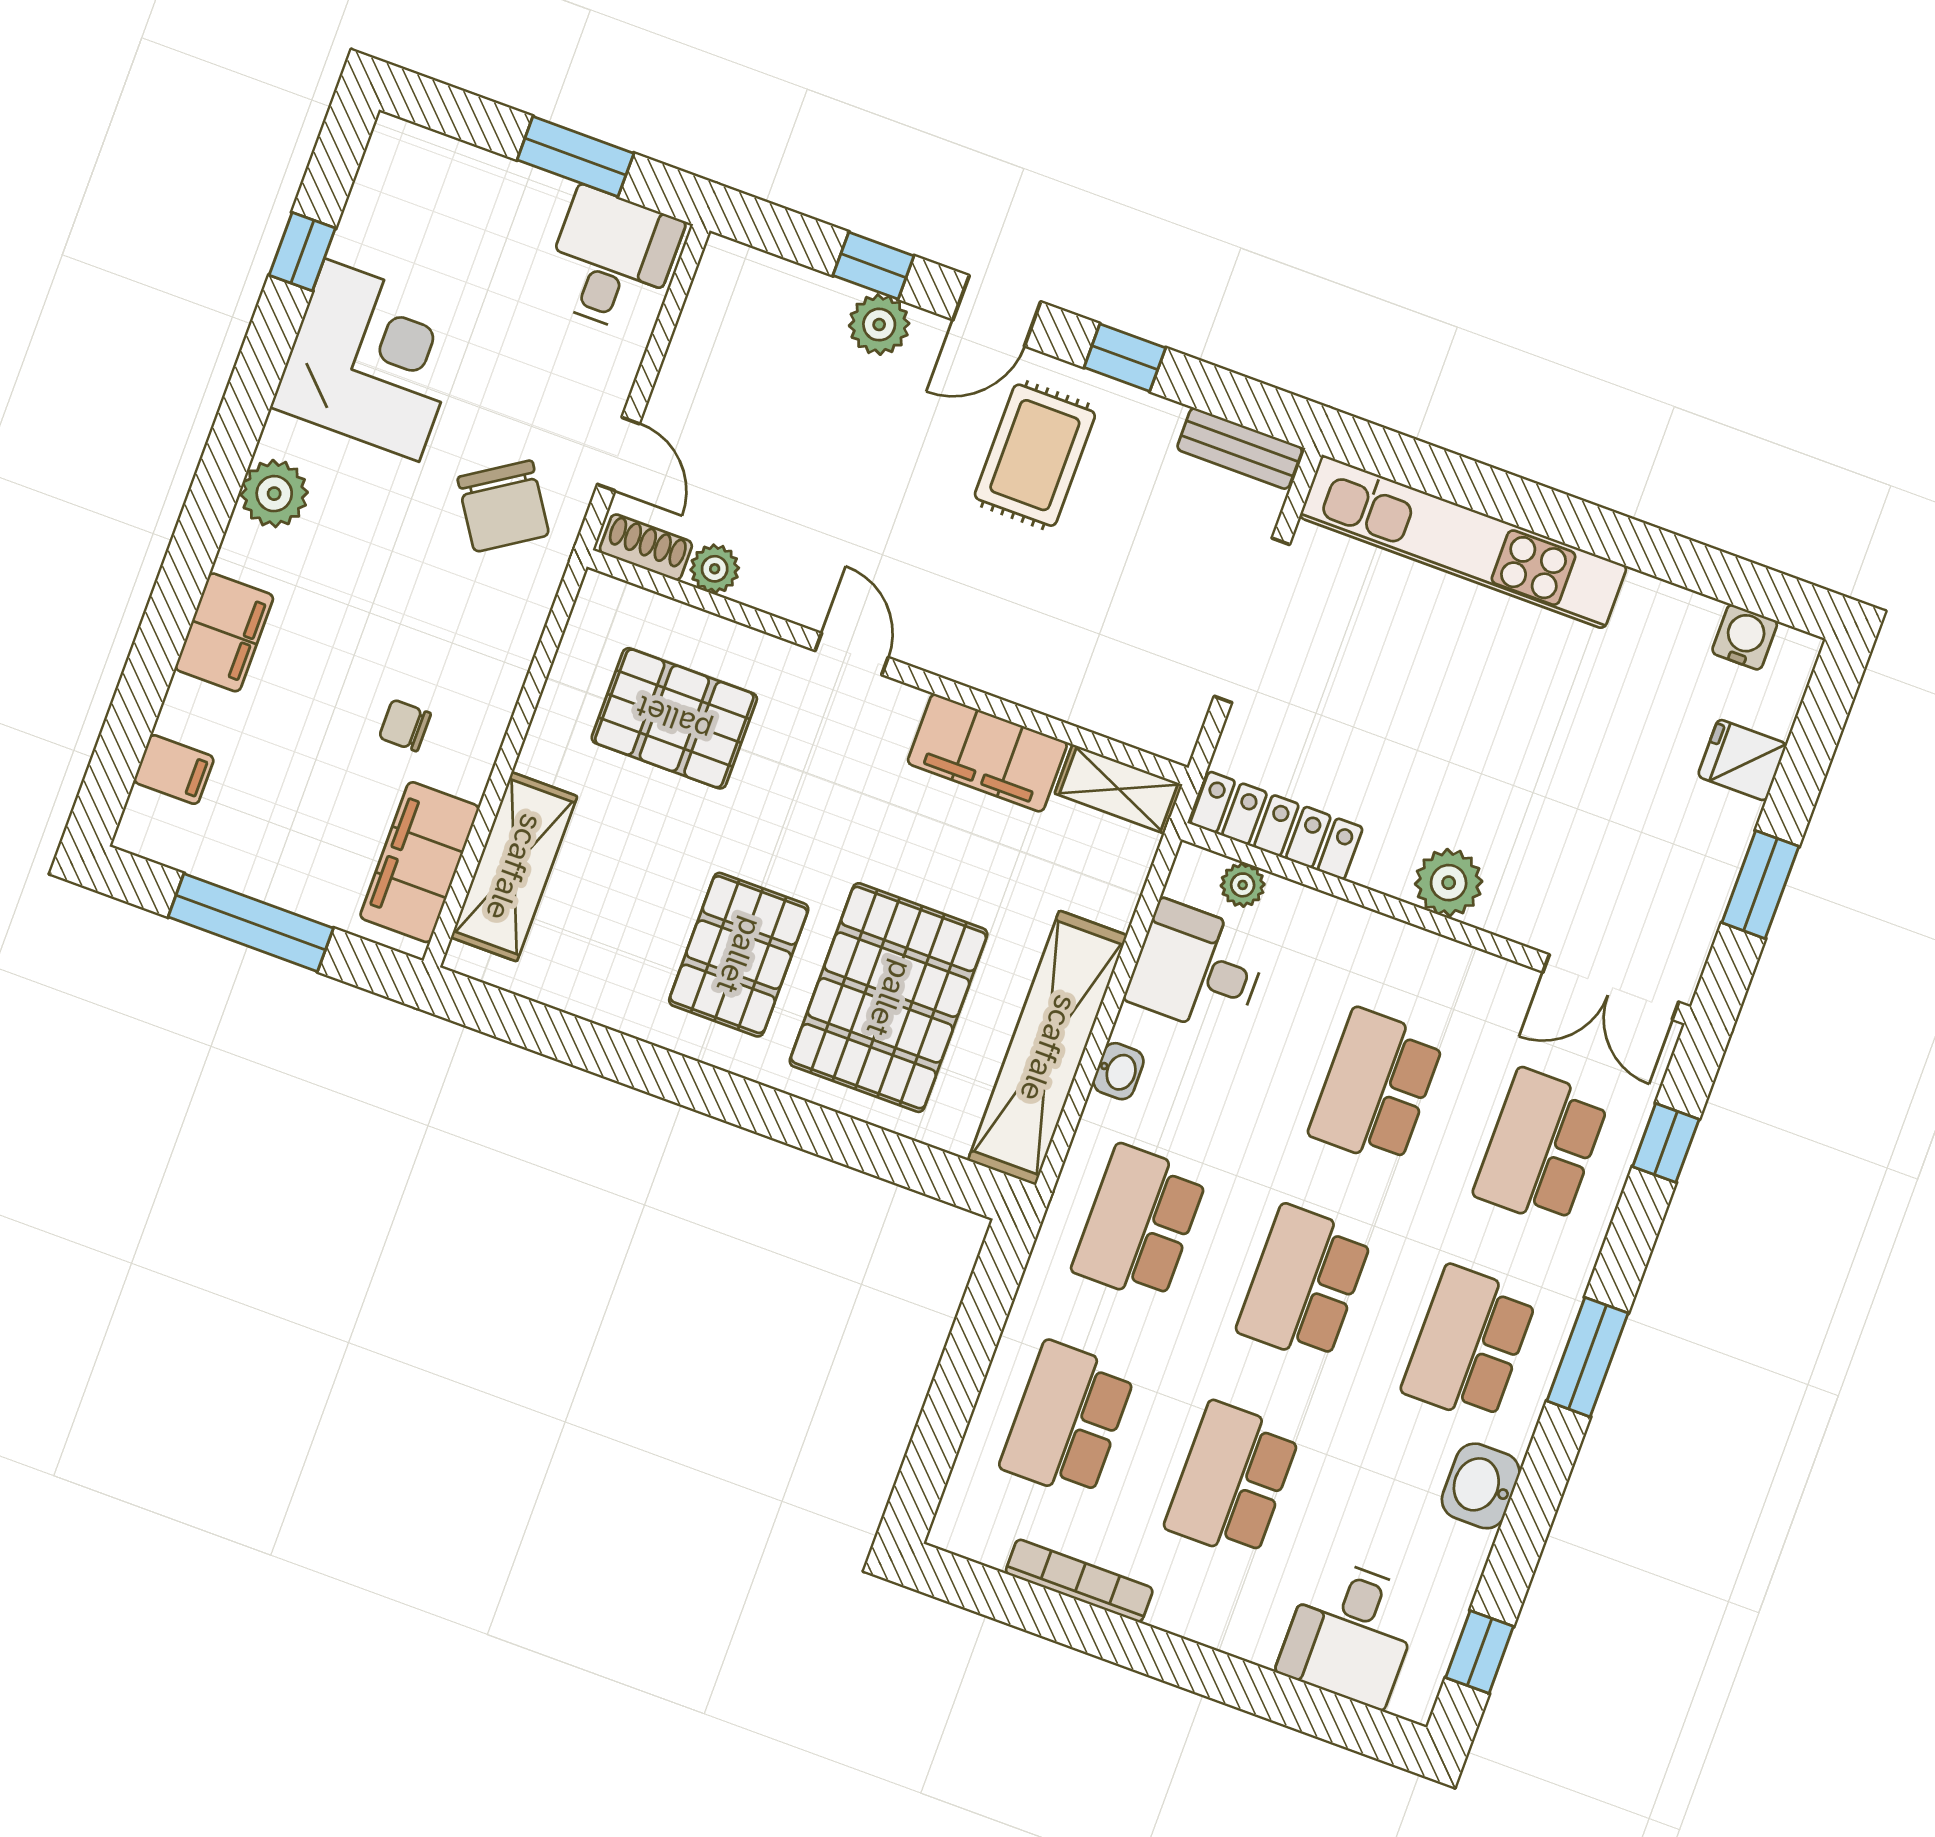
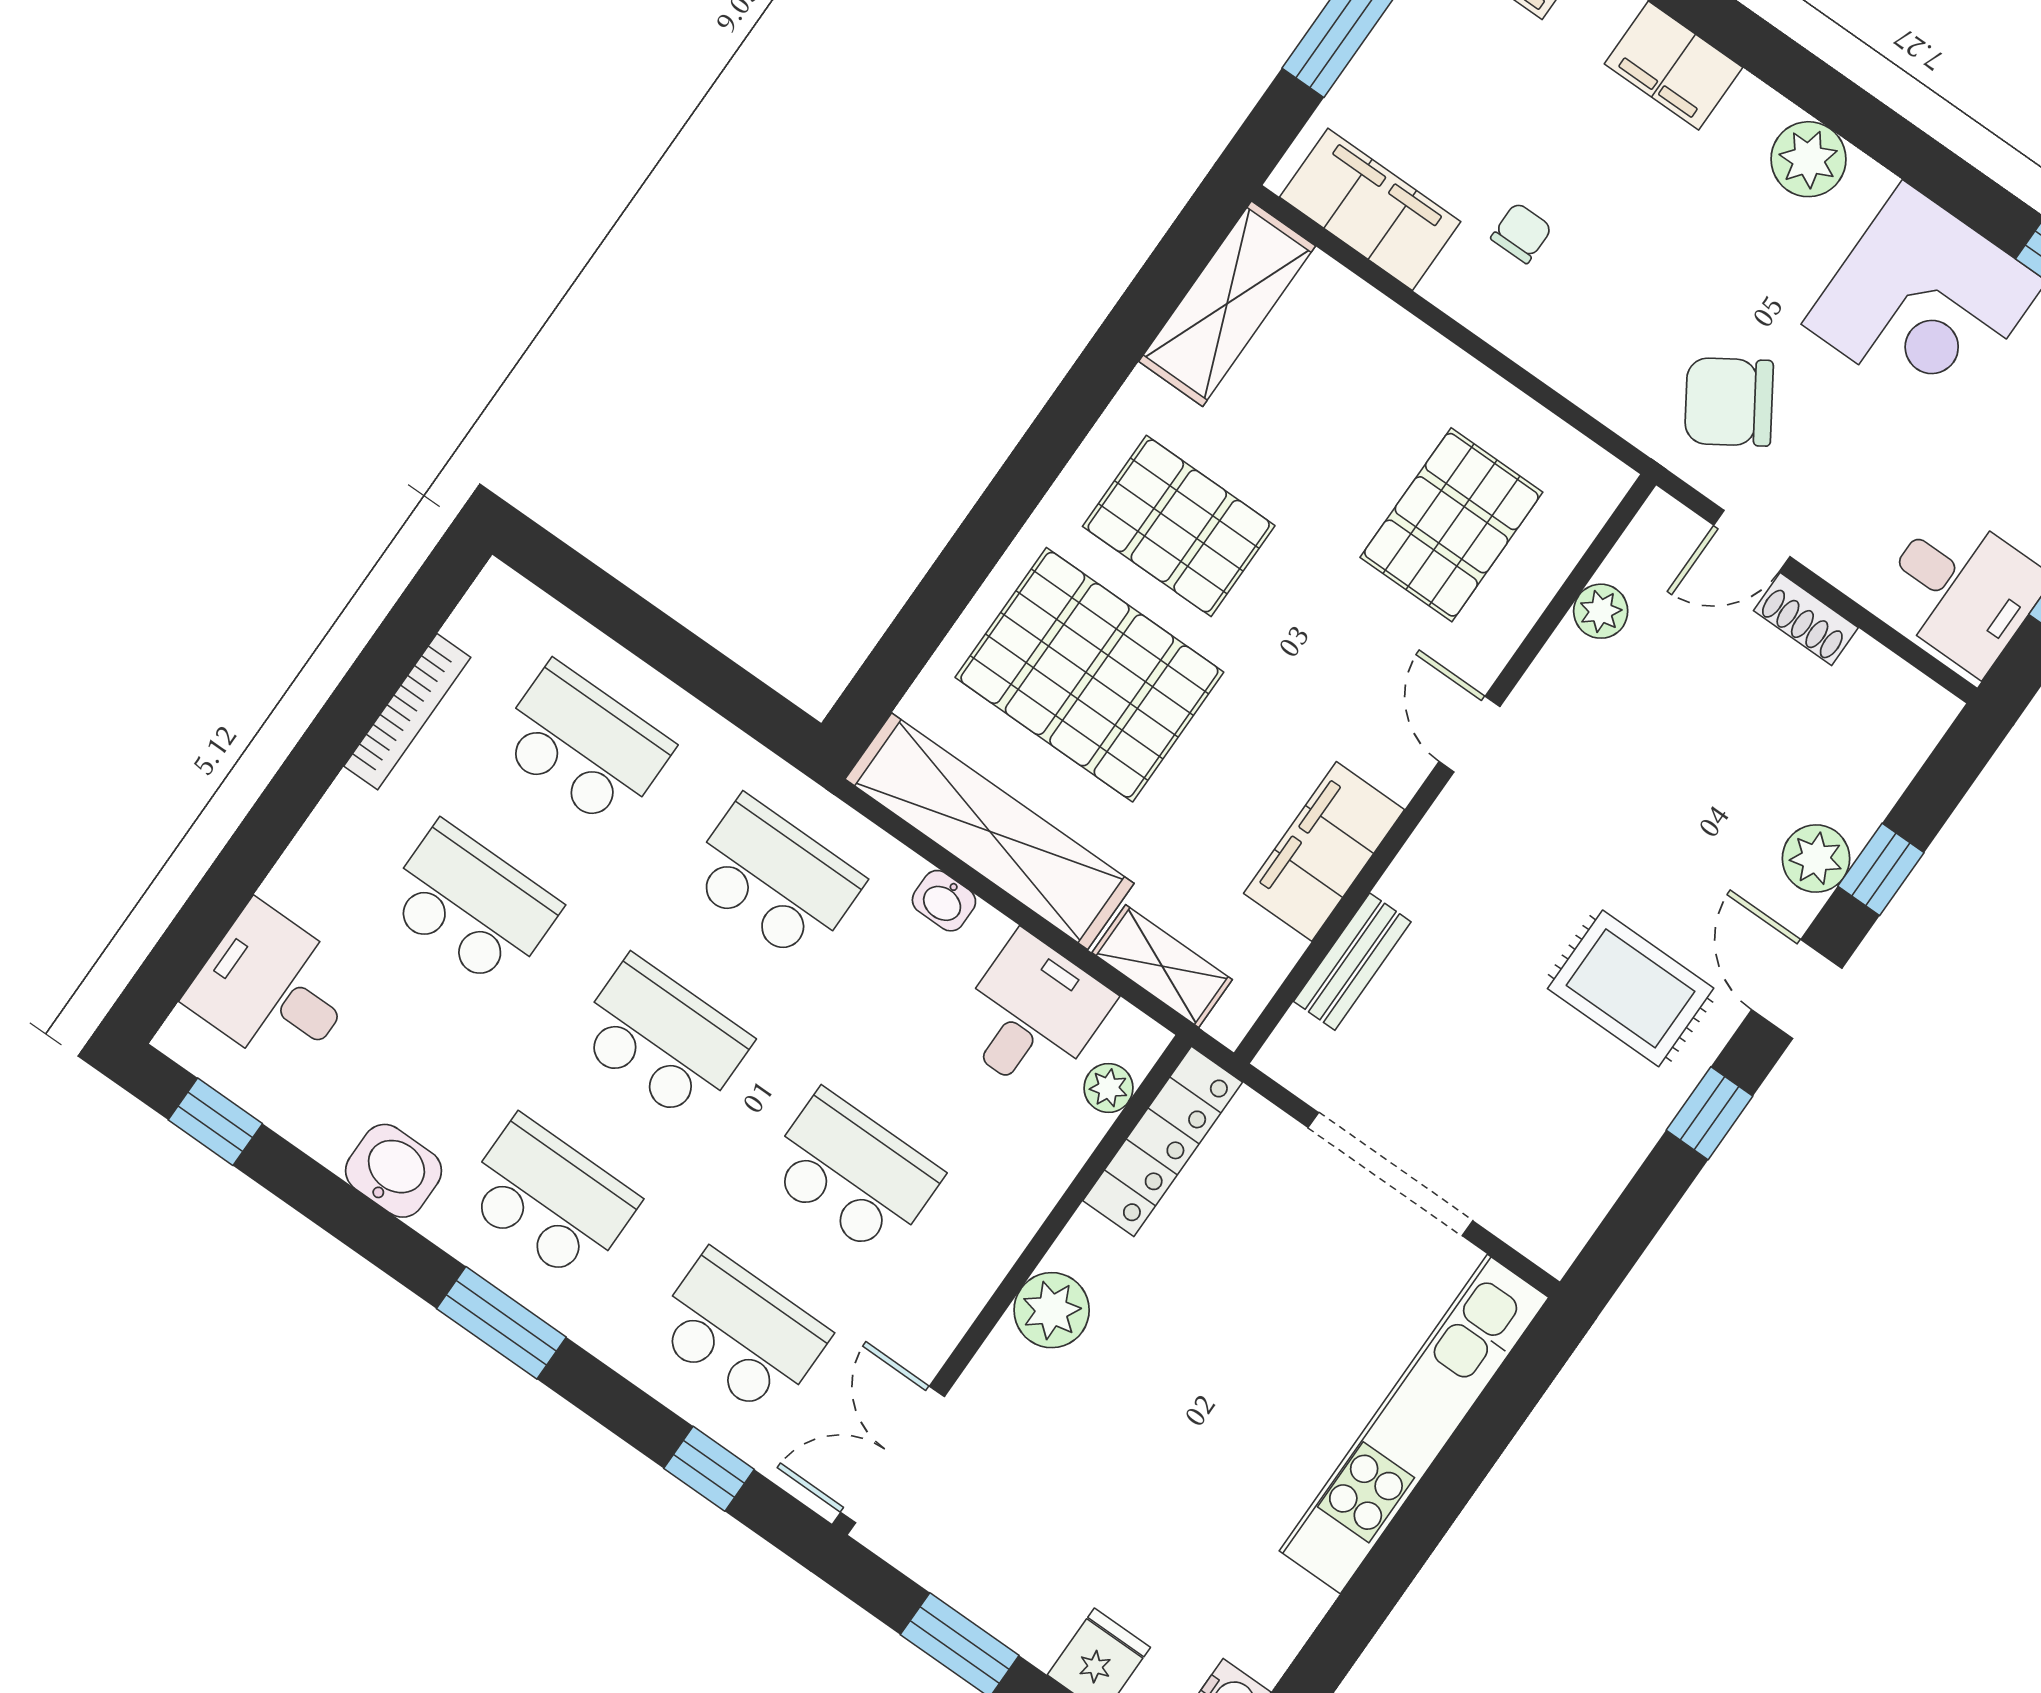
bench: (1240, 448) -> (1352, 962), moved
shoe rack: (646, 547) -> (1806, 619), moved, turned 90
door: (852, 654) -> (1470, 734), swing flipped
shelving: (1119, 789) -> (1162, 966), moved, turned 90
shelving: (514, 867) -> (1227, 304), moved, turned 90

